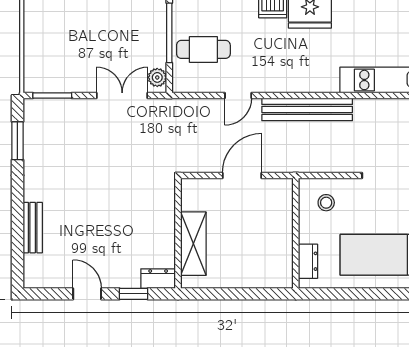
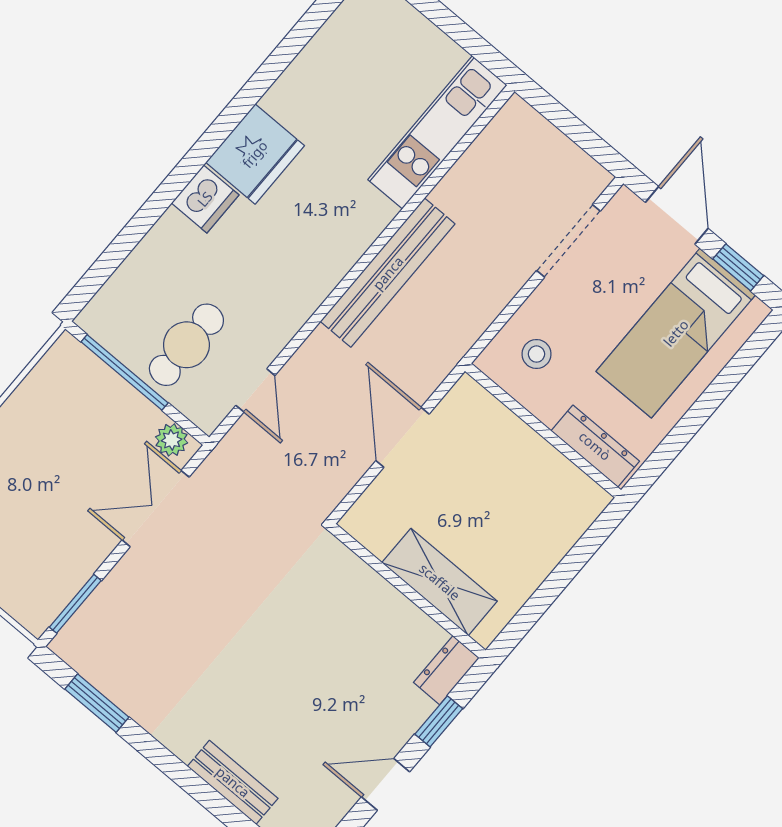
door: (238, 95) -> (255, 390), moved
dresser: (308, 261) -> (595, 446), width x1.44

